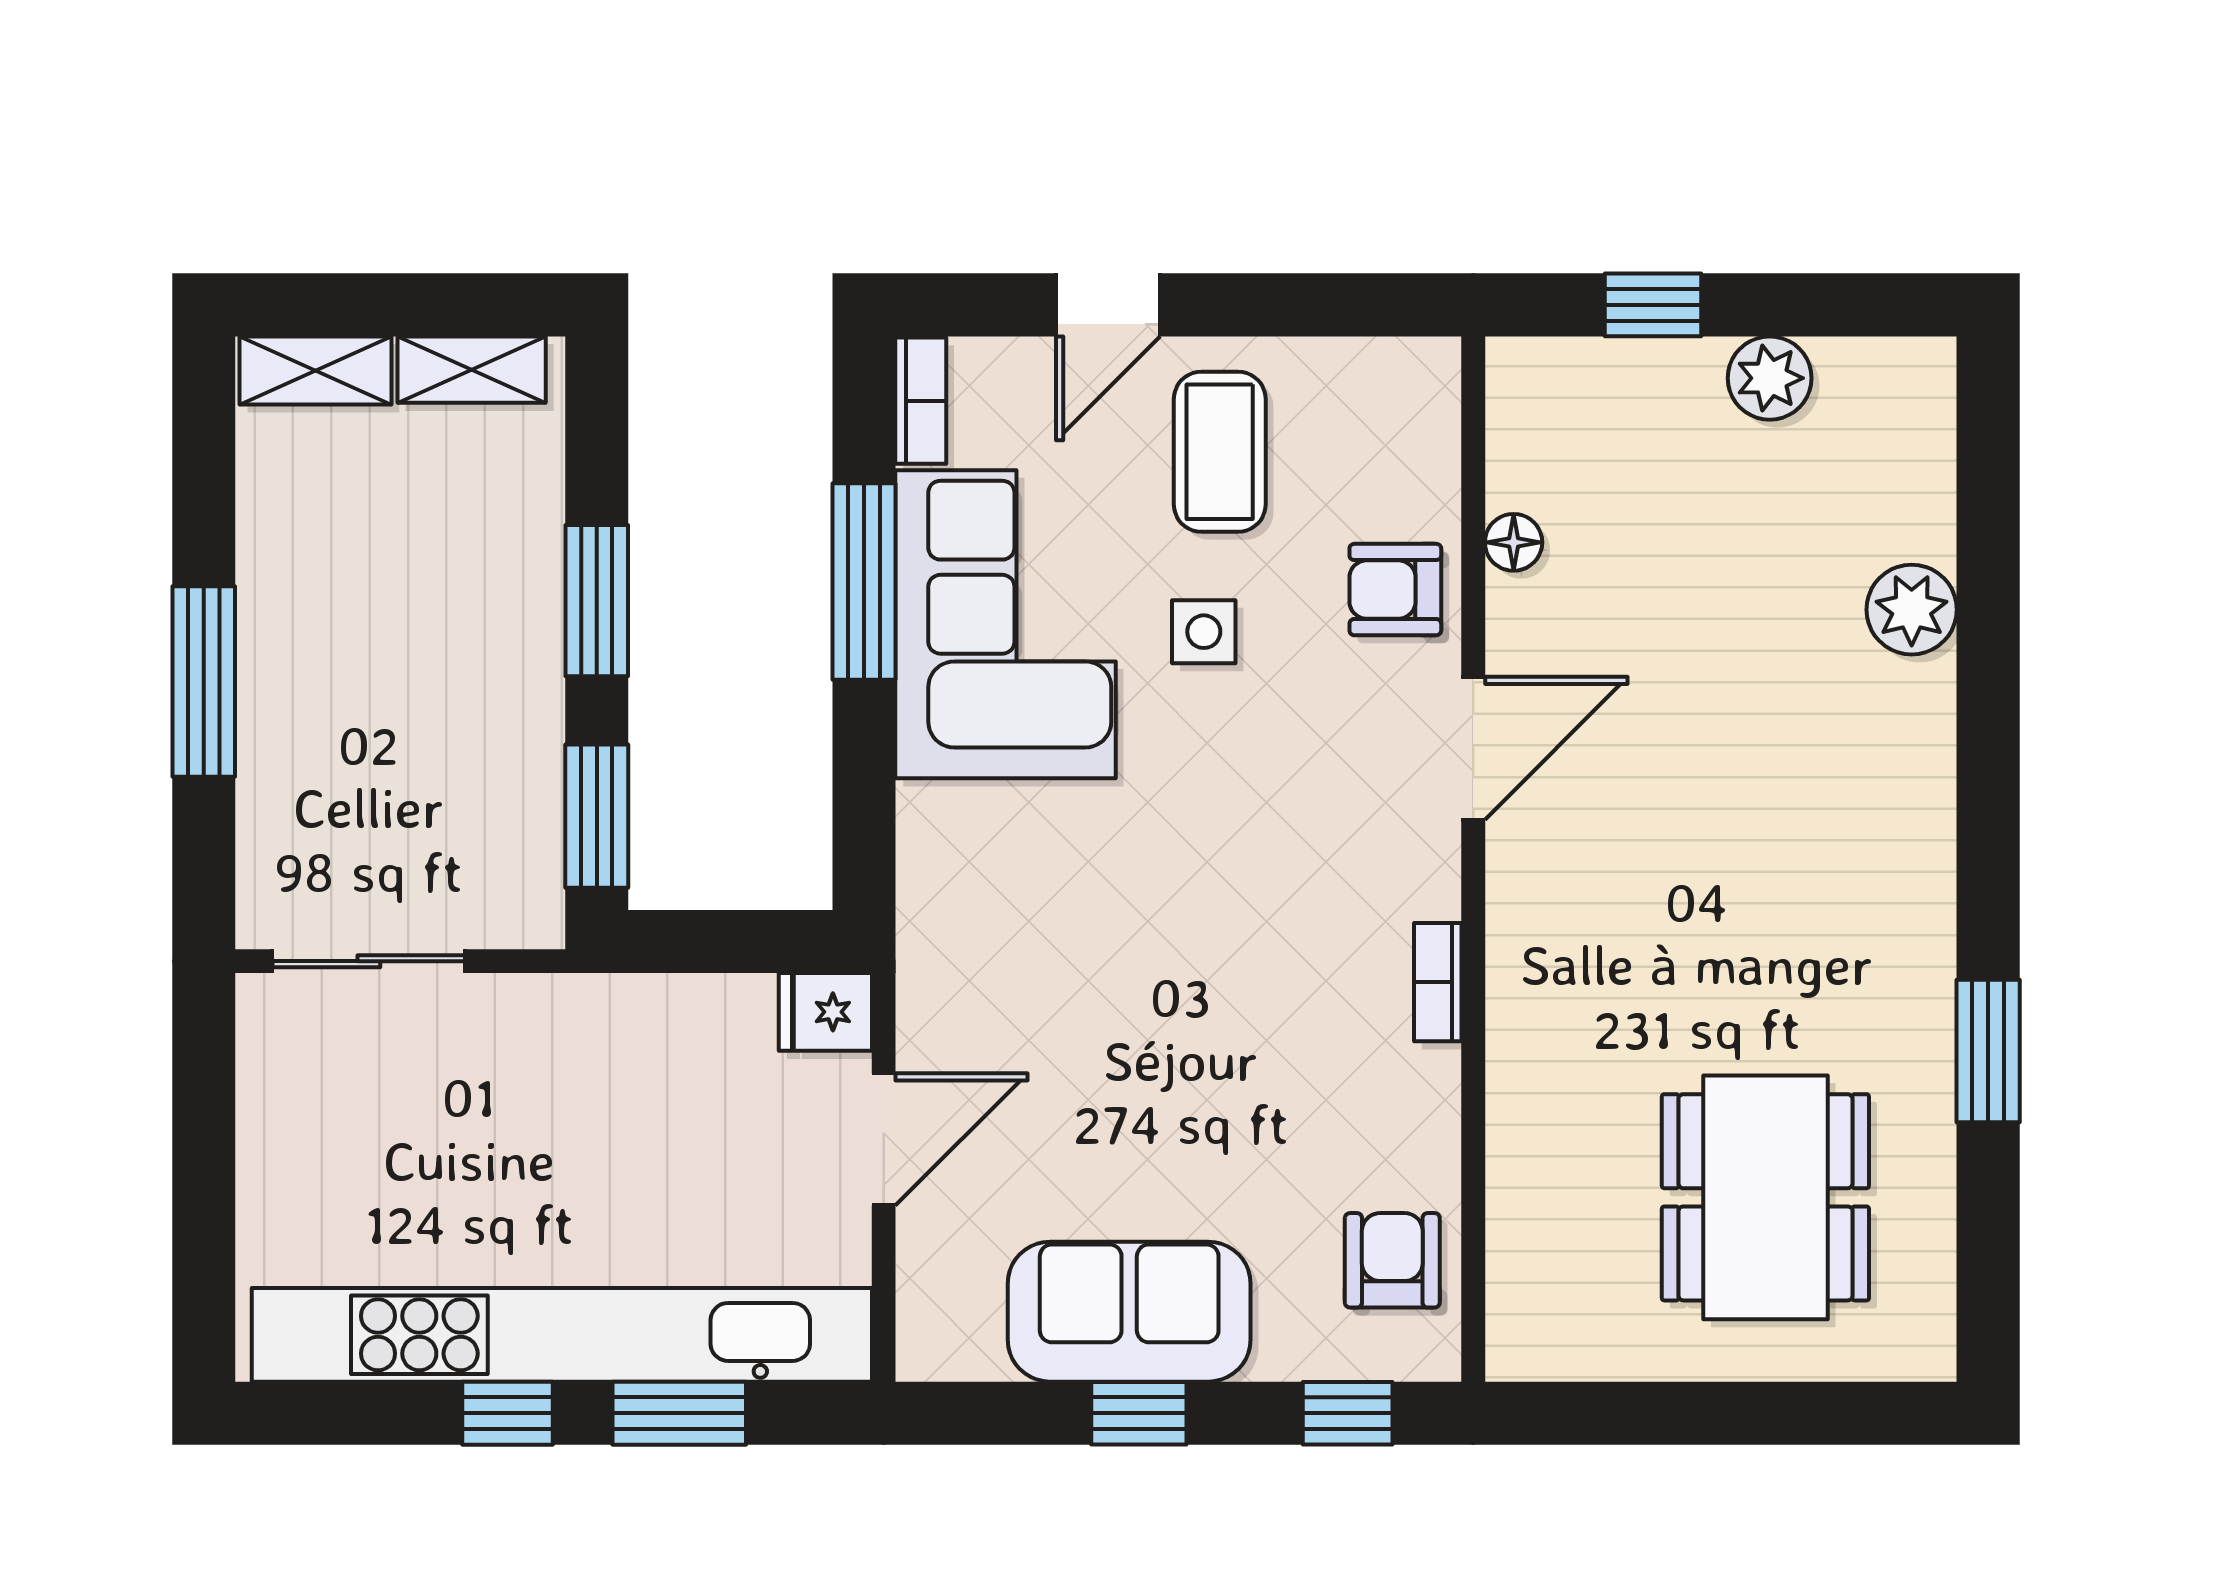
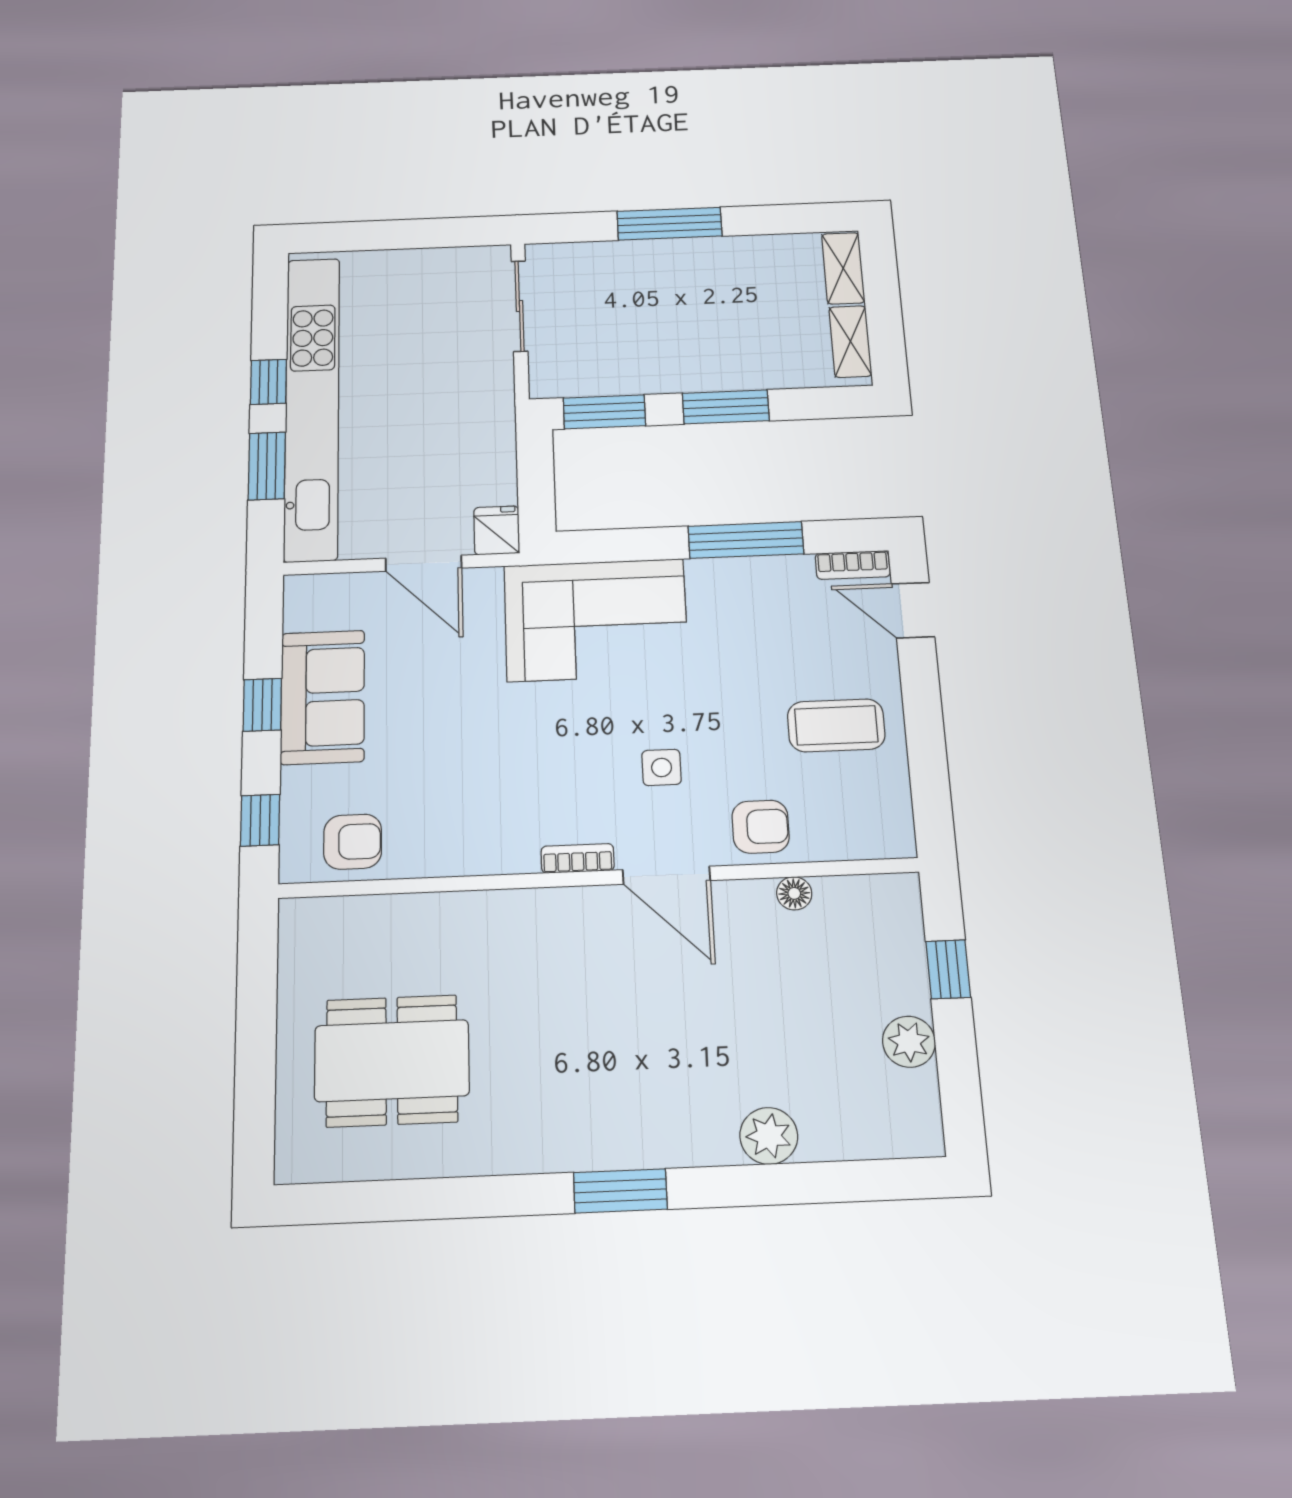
door: (1108, 305) -> (913, 610), moved
armchair: (1395, 590) -> (761, 827), turned 90
corner sofa: (1005, 624) -> (596, 620), moved
side table: (1204, 632) -> (662, 767), moved
bookcase: (1438, 982) -> (578, 858), moved
window: (1988, 1051) -> (620, 1191), moved

